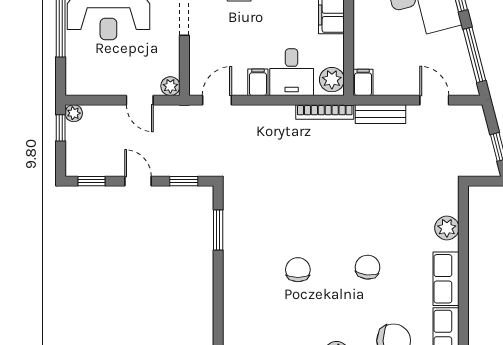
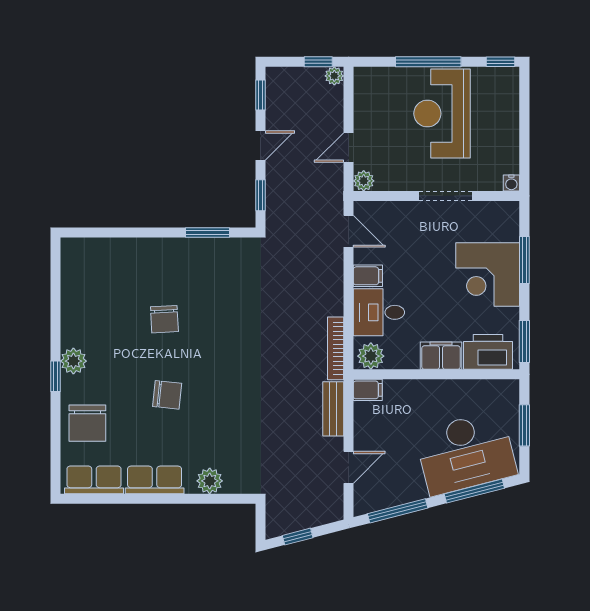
chair: (298, 270) -> (164, 319), turned 87

